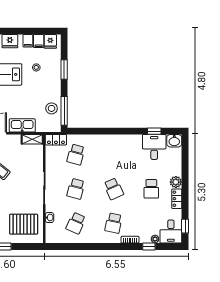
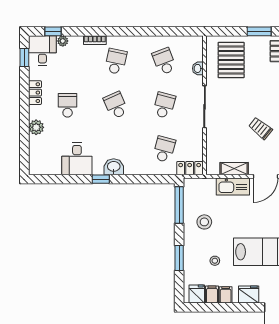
stool: (52, 108) -> (204, 222), moved
window: (154, 131) -> (101, 179), moved
shelving: (32, 139) -> (234, 169), moved
washbasin: (174, 141) -> (114, 167), moved
desk: (154, 147) -> (77, 159), moved
plant: (176, 182) -> (36, 127), moved
school desk: (76, 223) -> (164, 61), turned -45
pallet: (24, 224) -> (231, 60), turned 90
window: (149, 247) -> (53, 31), moved

